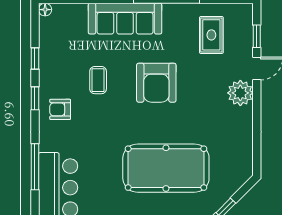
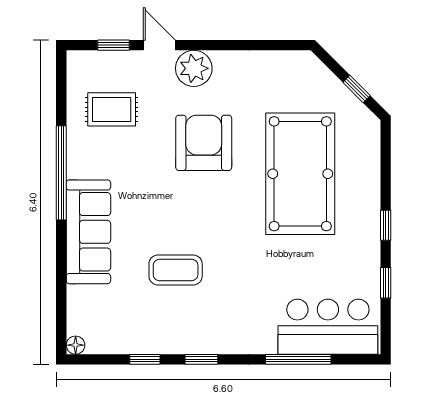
coffee table: (98, 80) -> (176, 270), width x1.36, depth x1.30
armchair: (156, 83) -> (204, 143), moved, turned -90
armchair: (60, 109) -> (217, 324), removed

